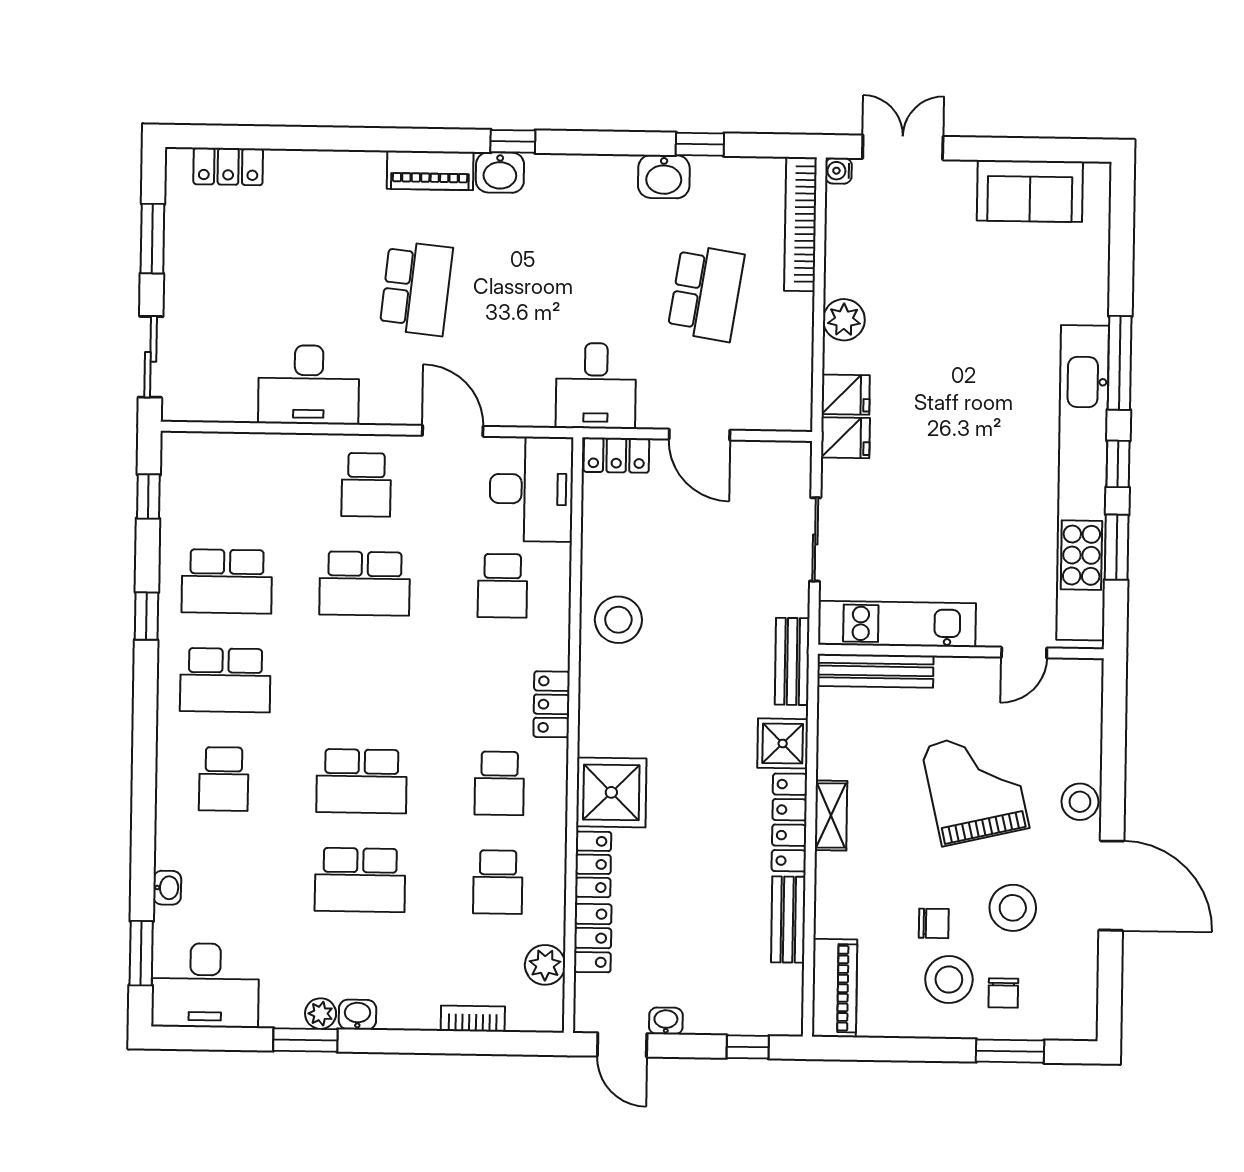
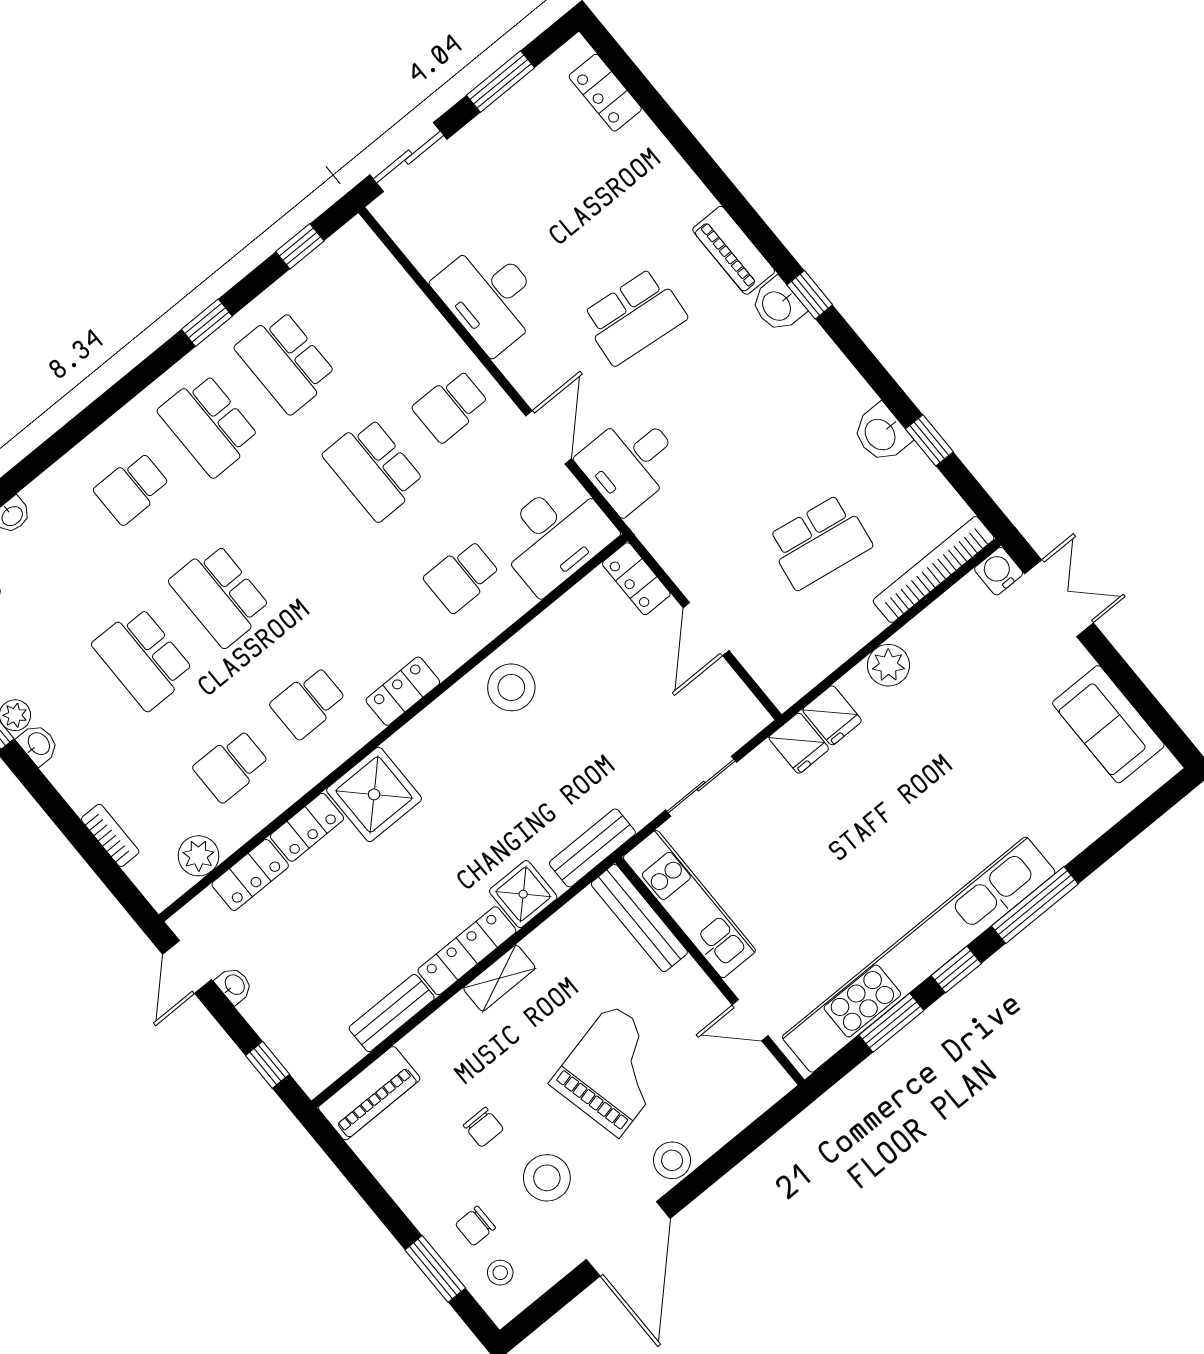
water cooler: (839, 171) -> (999, 571), width x1.38, depth x1.38
desk: (596, 386) -> (630, 462), moved
stool: (949, 980) -> (500, 1273), moved, width x0.53, depth x0.53

